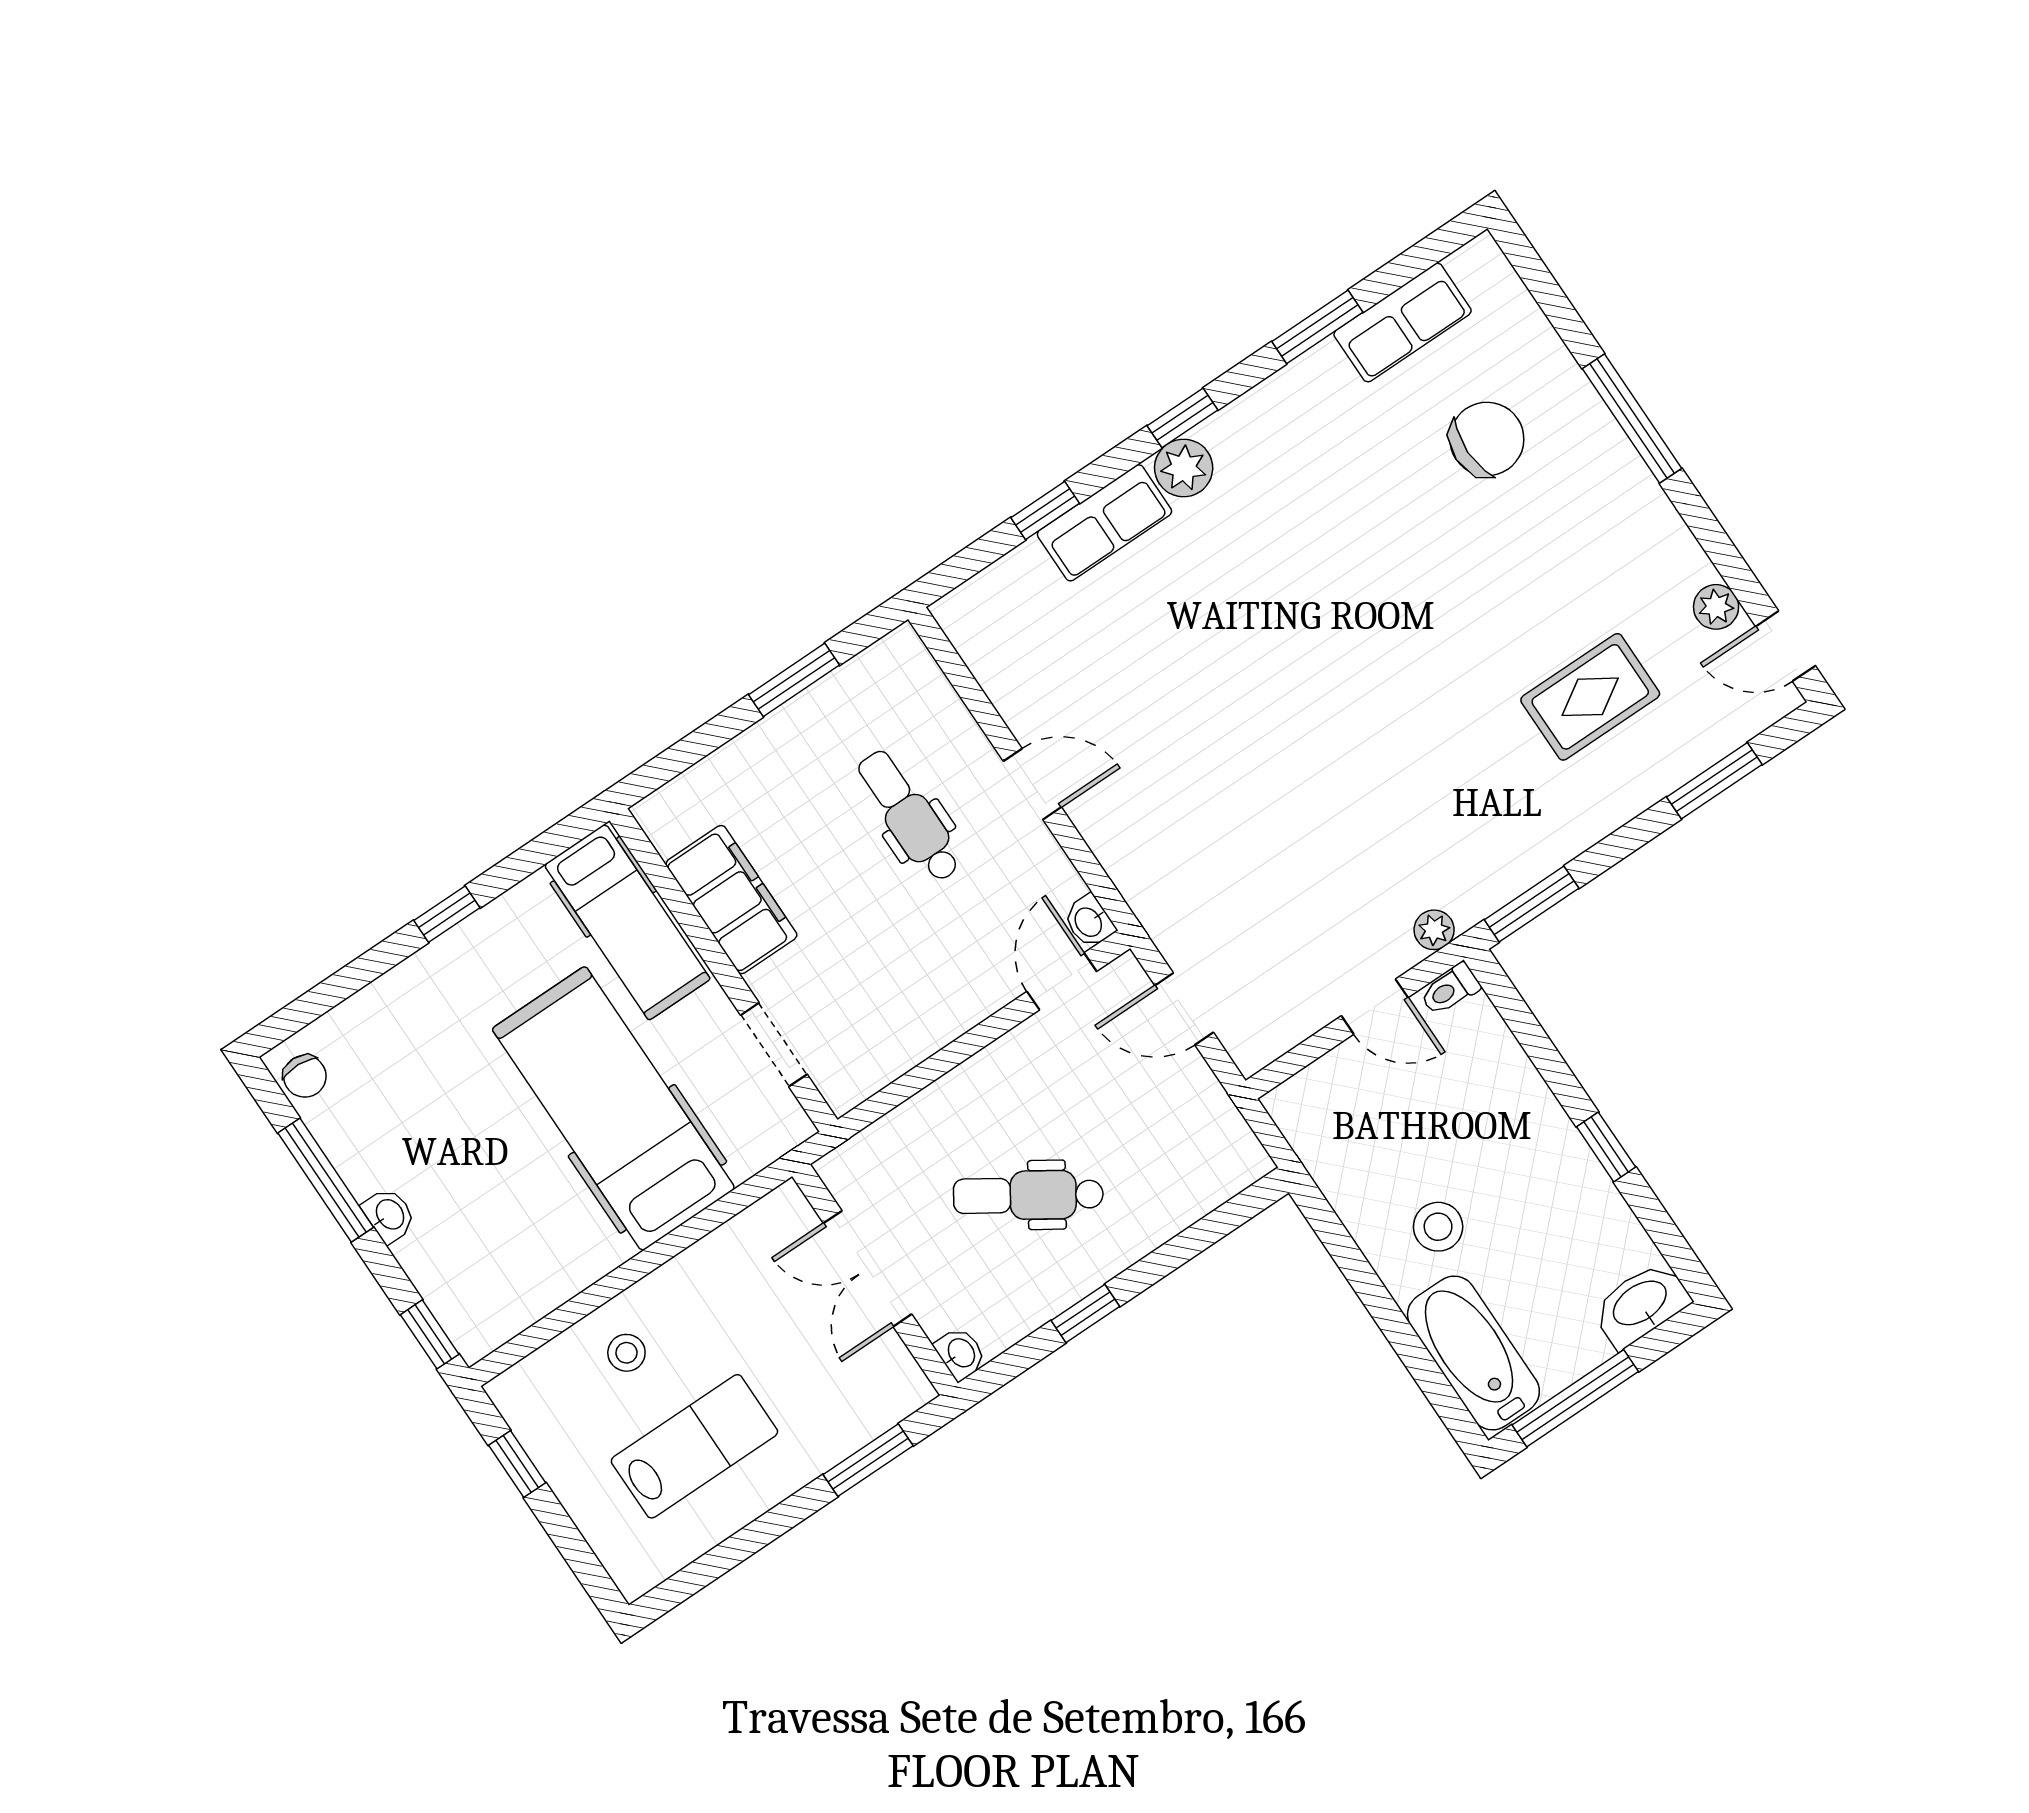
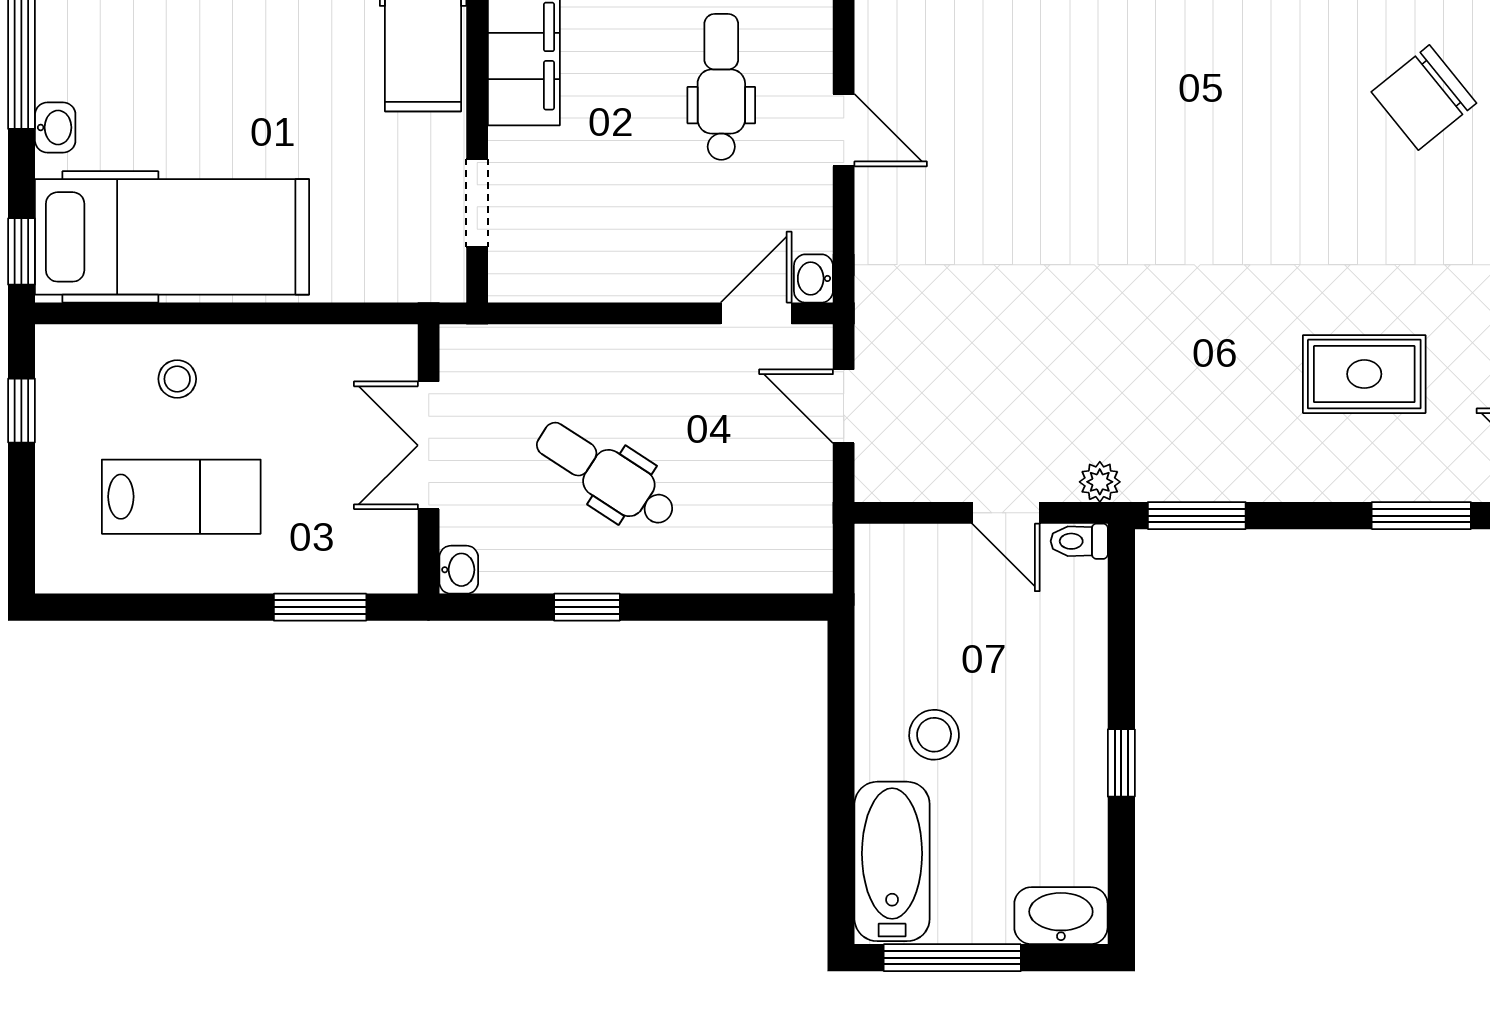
chair: (1487, 439) -> (1424, 98), turned 141
hospital bed: (614, 1109) -> (172, 237), moved, turned 90

